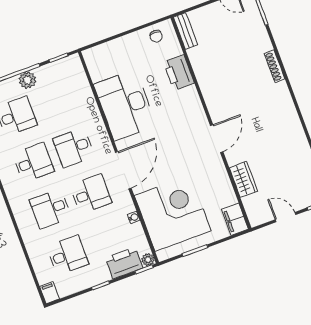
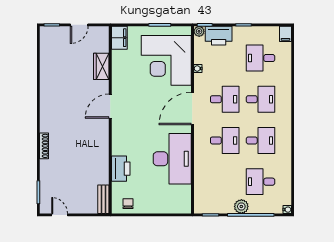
desk: (33, 162) -> (260, 140), turned 180
desk: (91, 194) -> (225, 99), turned 180
door: (285, 217) -> (79, 25), hinge flipped

